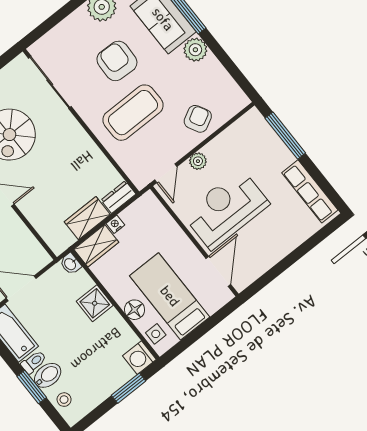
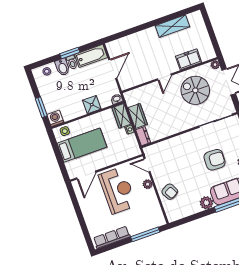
coffee table: (133, 113) -> (185, 159), removed
door: (218, 271) -> (86, 175), hinge flipped
floor lamp: (135, 310) -> (81, 124), removed
window: (32, 387) -> (70, 53), moved

